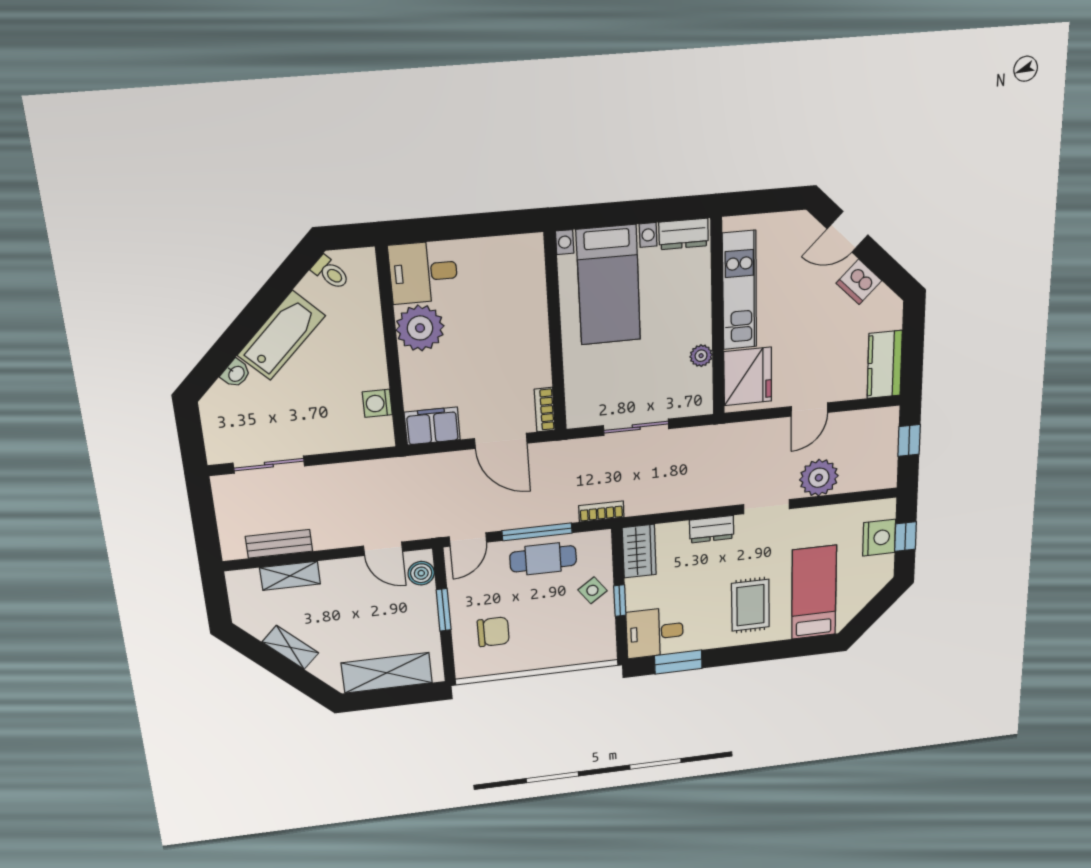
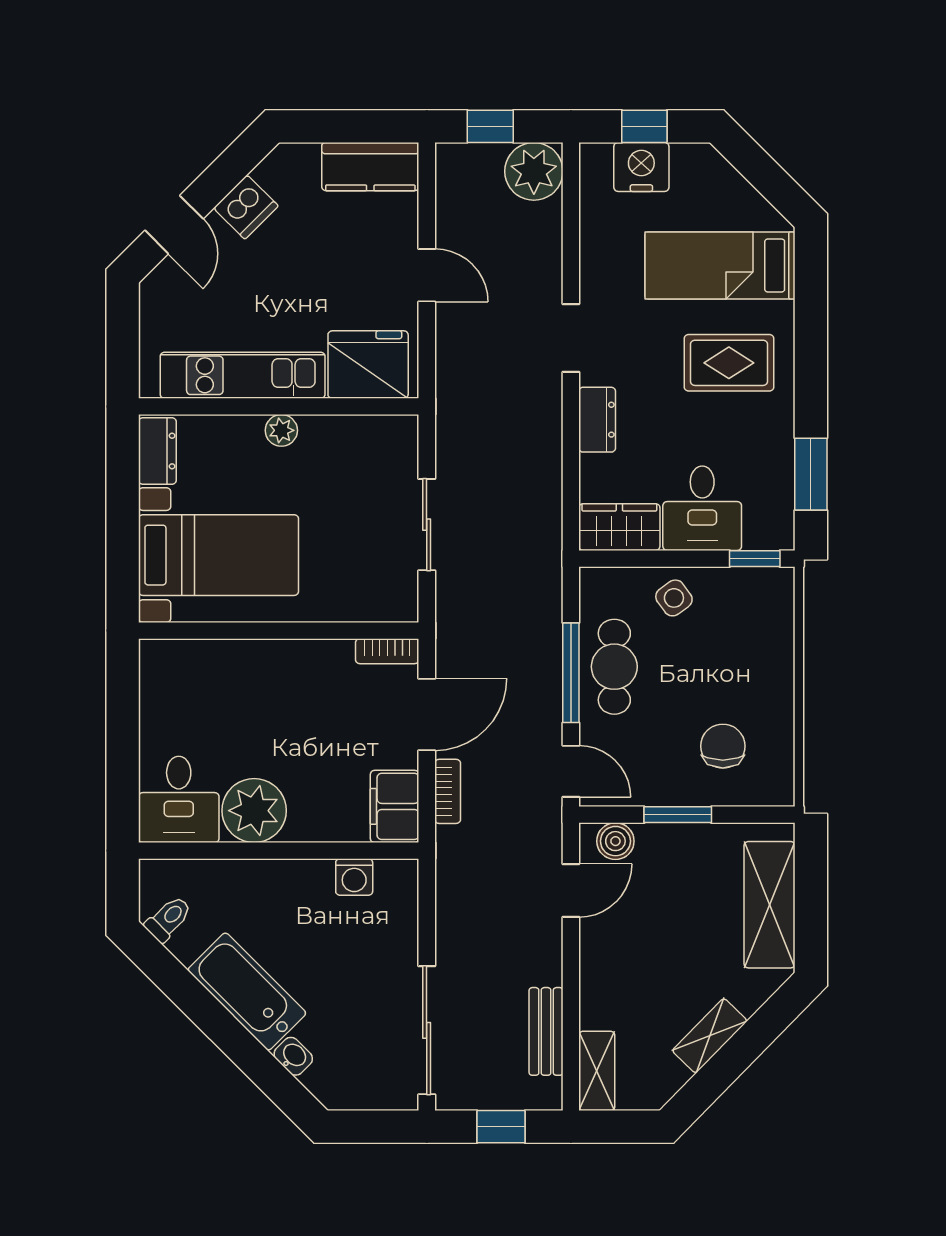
plant: (701, 356) -> (281, 430), moved
sliding door: (269, 465) -> (427, 1030), width x1.37
plant: (819, 478) -> (534, 171), moved
bookcase: (601, 511) -> (448, 791), moved, turned 180
window: (204, 522) -> (501, 1127), added
shelving: (290, 576) -> (597, 1071), moved
window: (620, 601) -> (755, 559), moved
desk: (655, 632) -> (702, 508), moved

